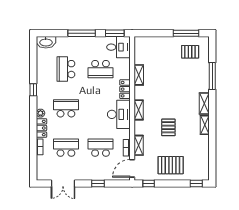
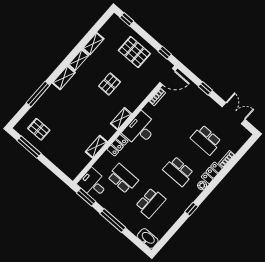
shelving: (139, 145) -> (93, 44), moved
school desk: (101, 148) -> (178, 115), removed

